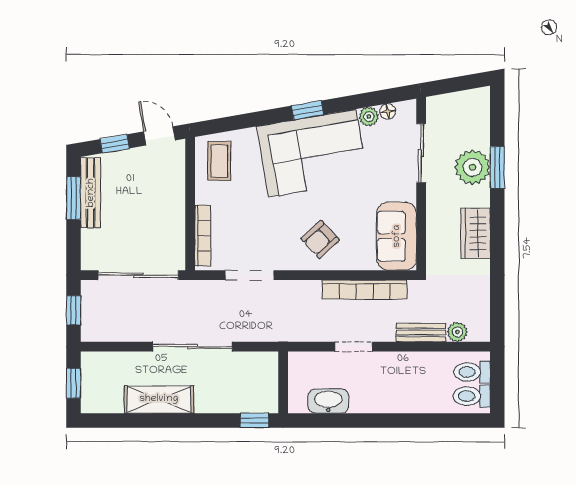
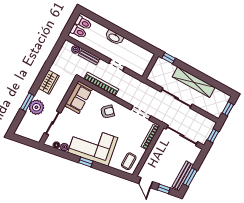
shelving: (159, 399) -> (194, 82), width x1.47
washbasin: (328, 401) -> (114, 37), moved

